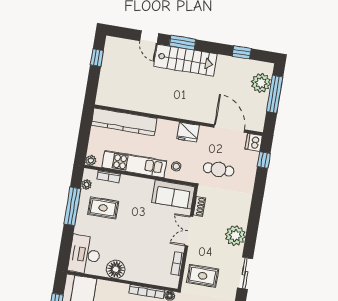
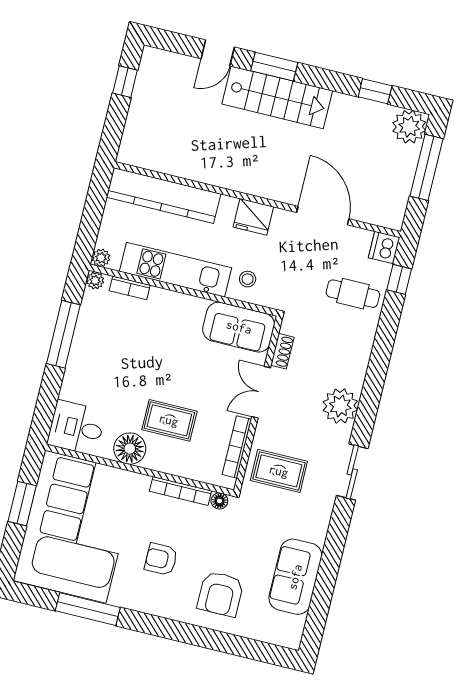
door: (149, 37) -> (218, 53), hinge flipped
plant: (261, 83) -> (409, 127), moved
door: (229, 128) -> (323, 216), moved
fridge: (188, 132) -> (253, 217), moved
cafe table: (218, 169) -> (353, 294), moved
plant: (87, 185) -> (95, 281), moved
rug: (103, 208) -> (169, 420), moved
desk: (85, 255) -> (76, 428), width x0.73
bookcase: (177, 264) -> (237, 447), width x1.56

